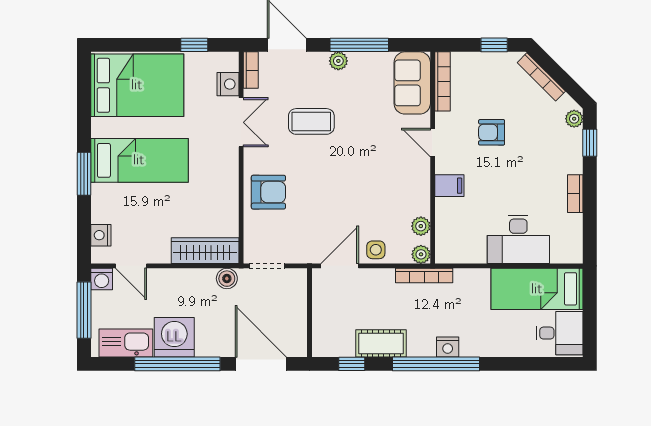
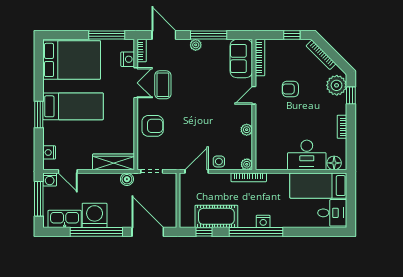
window: (194, 45) -> (107, 35), width x2.17
plant: (574, 119) -> (337, 85), width x1.87, depth x1.87
coffee table: (311, 121) -> (163, 85), moved, turned 90
door: (433, 142) -> (254, 95), hinge flipped
filing cabinet: (449, 186) -> (264, 122), removed
plant: (421, 226) -> (247, 130), moved
floor lamp: (562, 252) -> (334, 163), added
cot: (381, 343) -> (216, 216), width x1.37, depth x1.34

